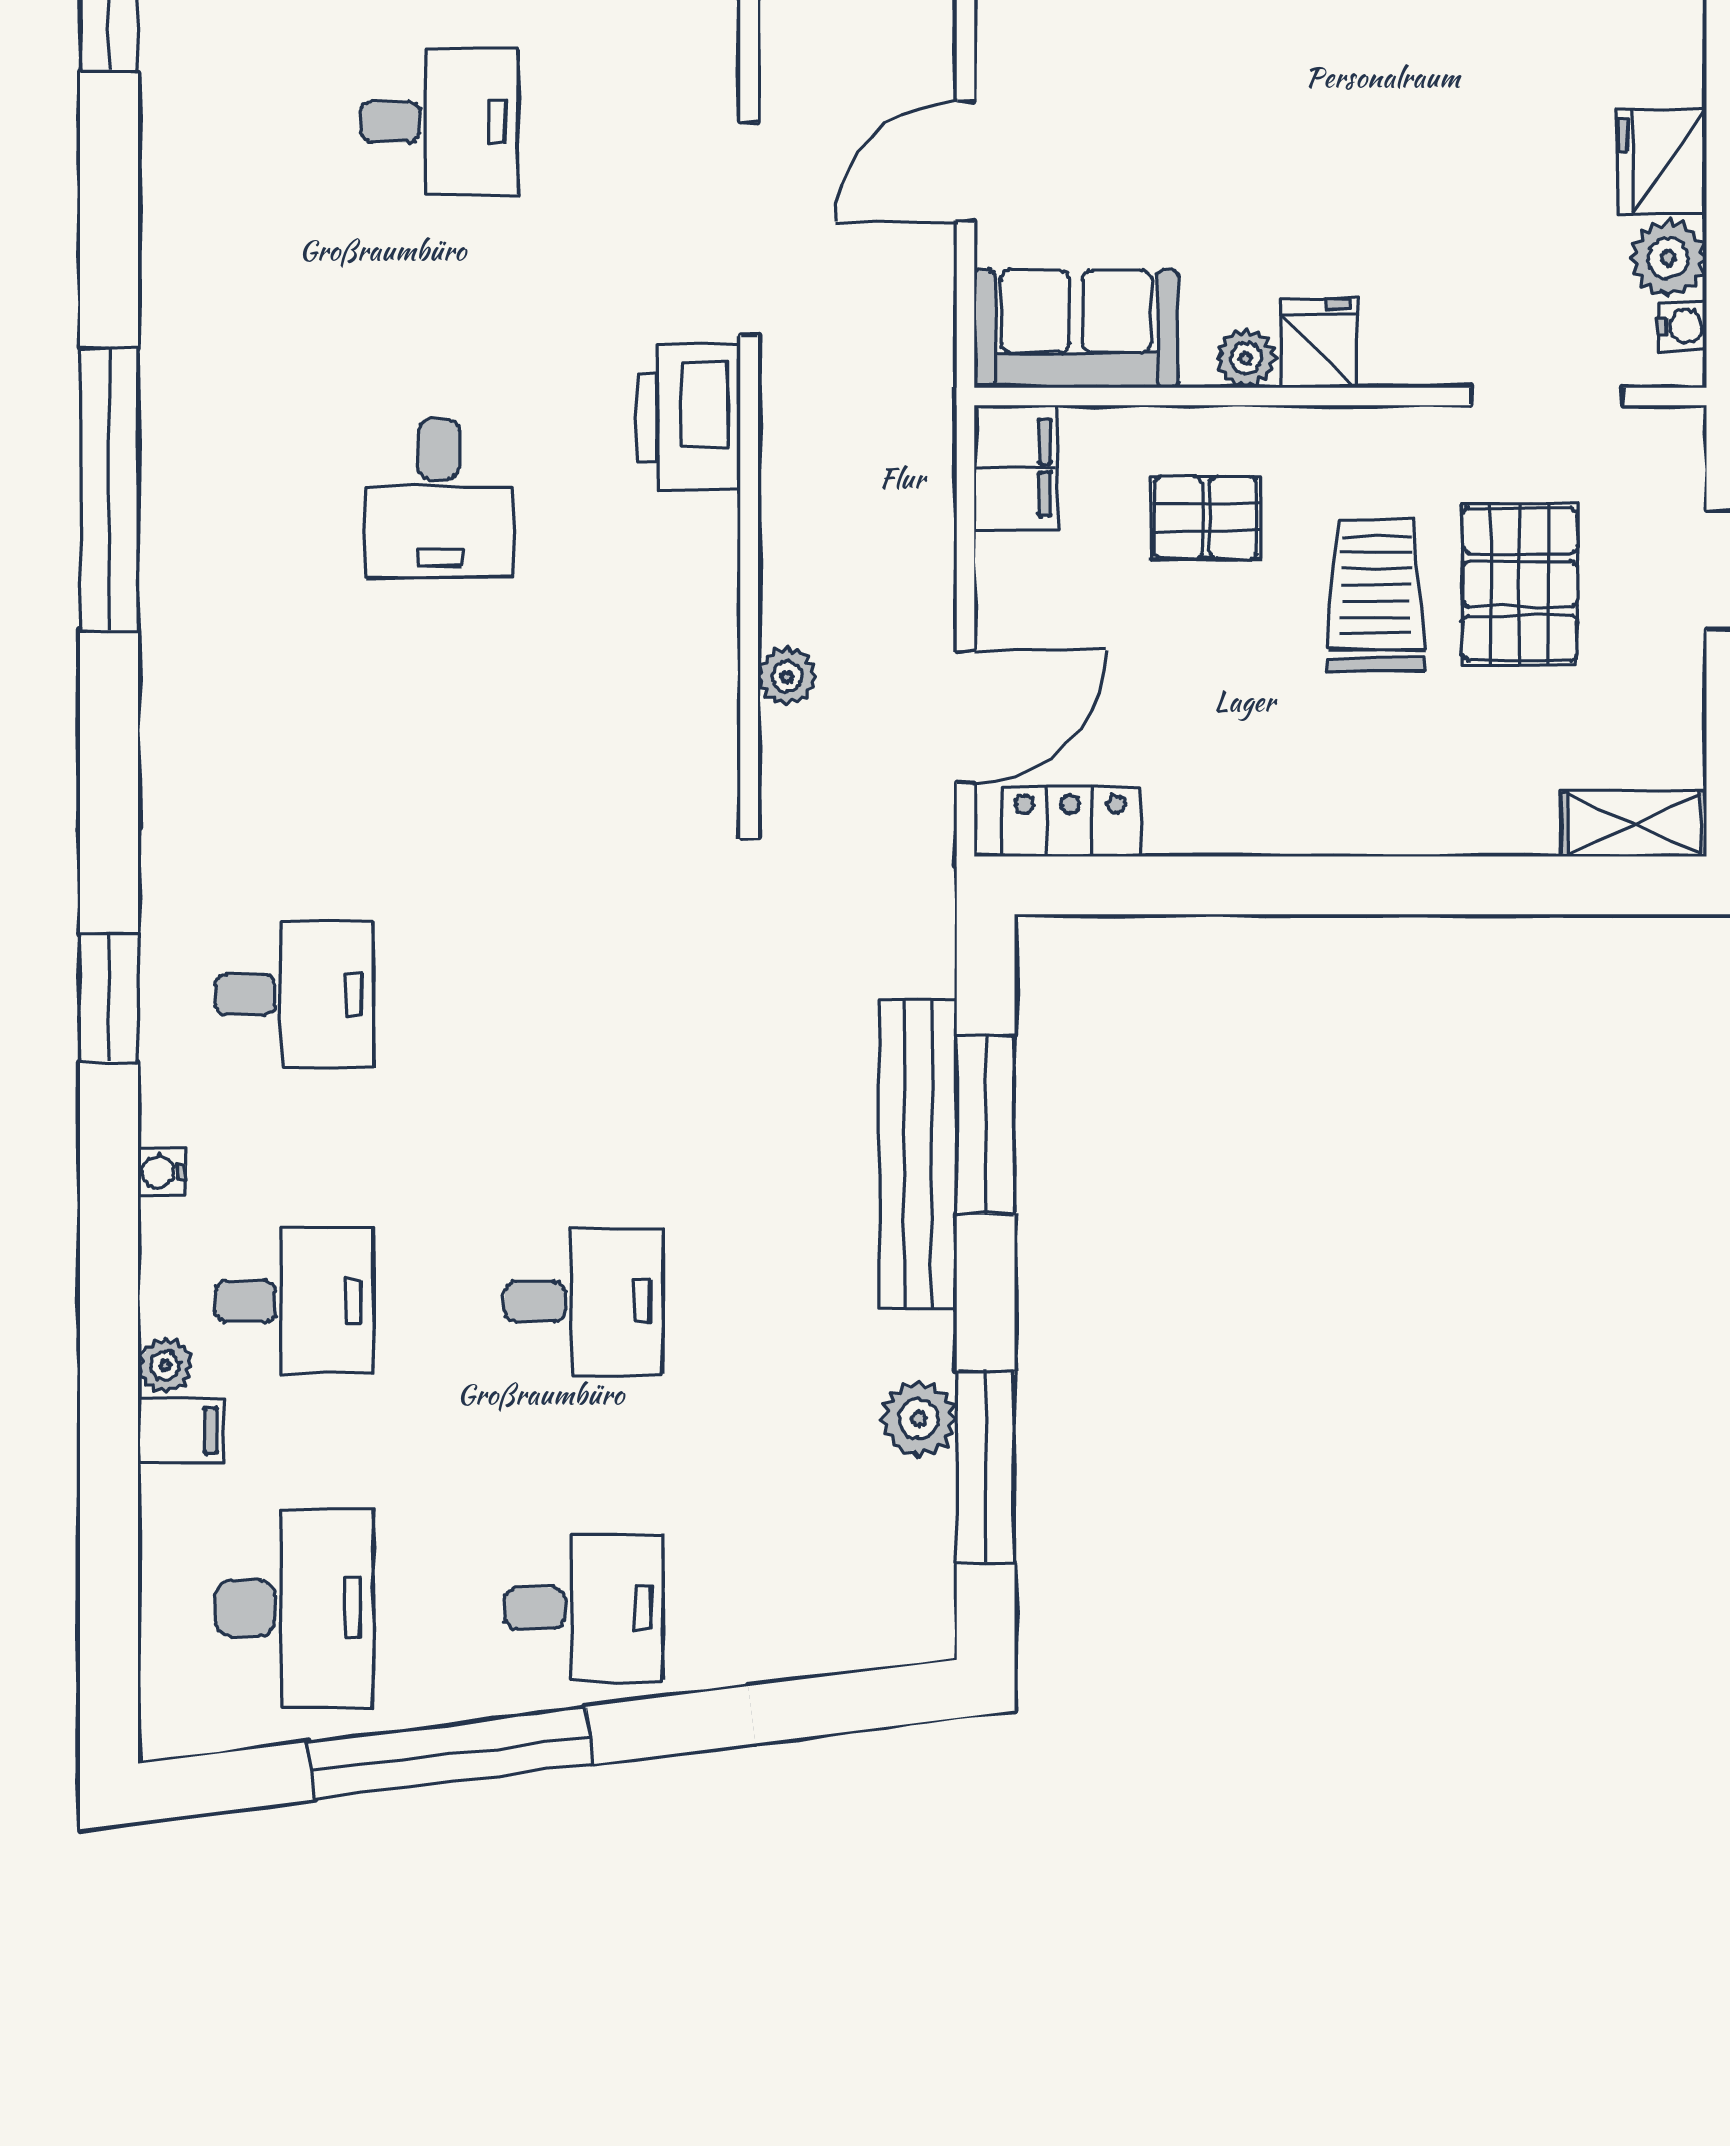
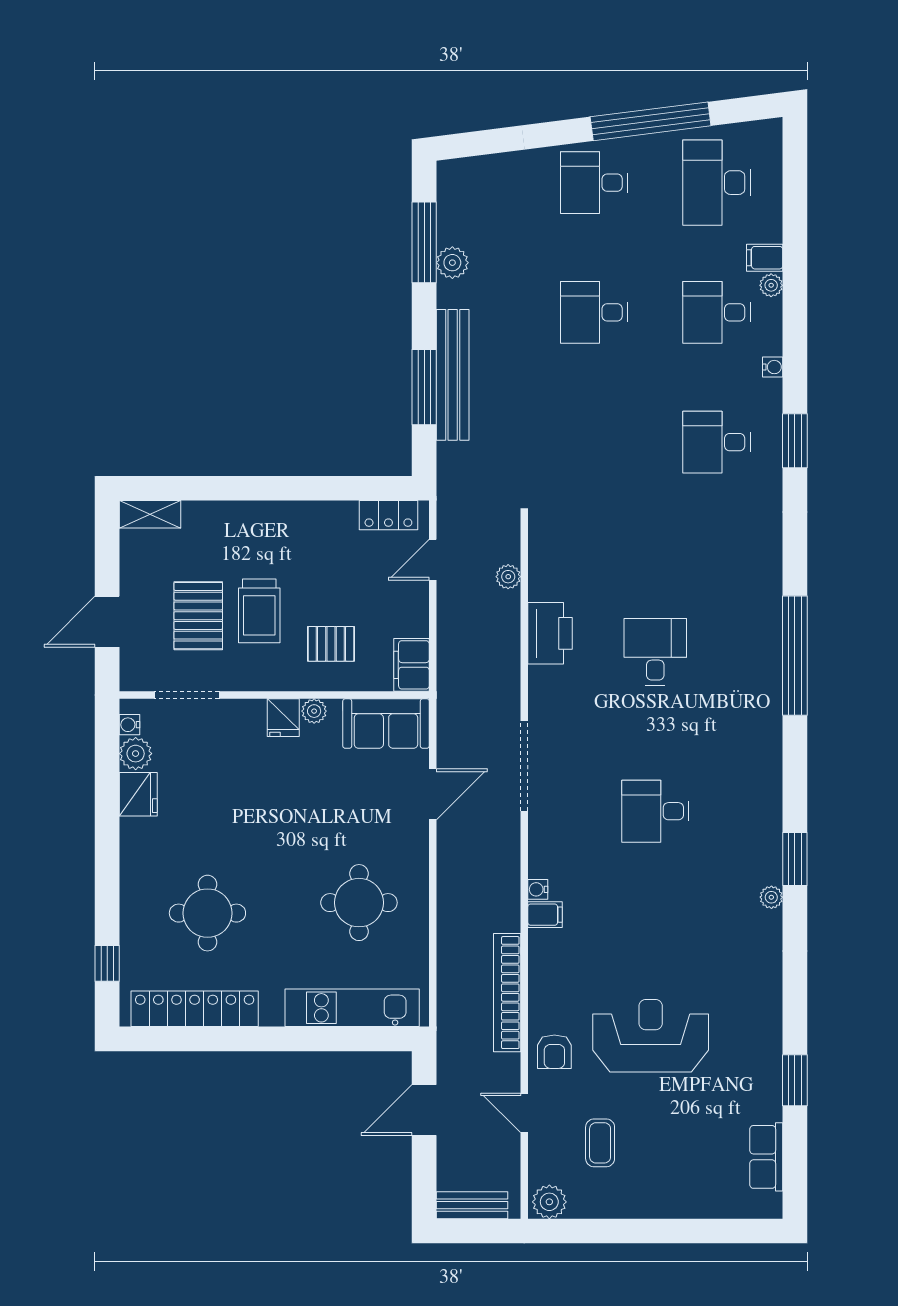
printer: (688, 417) -> (550, 633), moved
door: (965, 716) -> (433, 560), width x0.73

